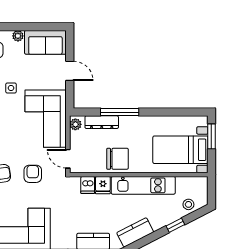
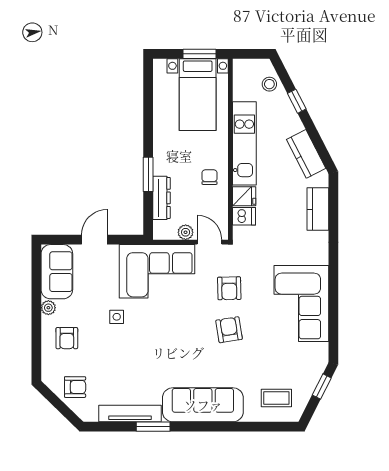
window: (120, 112) -> (148, 174), width x0.69
plant: (75, 124) -> (186, 232), moved
window: (211, 136) -> (199, 54), moved
door: (68, 159) -> (210, 242), swing flipped
chair: (118, 159) -> (210, 177), width x0.54, depth x0.54
armchair: (33, 174) -> (229, 288), turned -91

